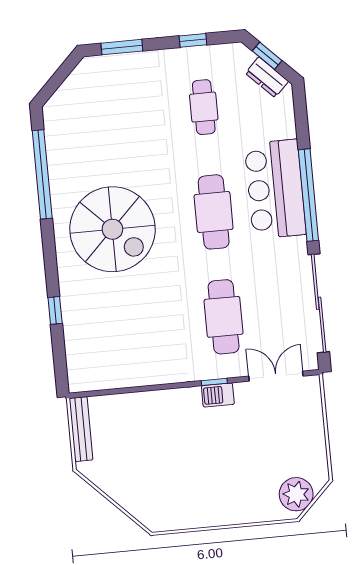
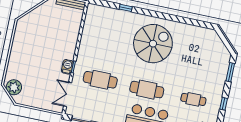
window: (42, 174) -> (186, 21), removed
spiral stairs: (112, 229) -> (153, 44), turned 180
double door: (276, 376) -> (68, 94), swing flipped

